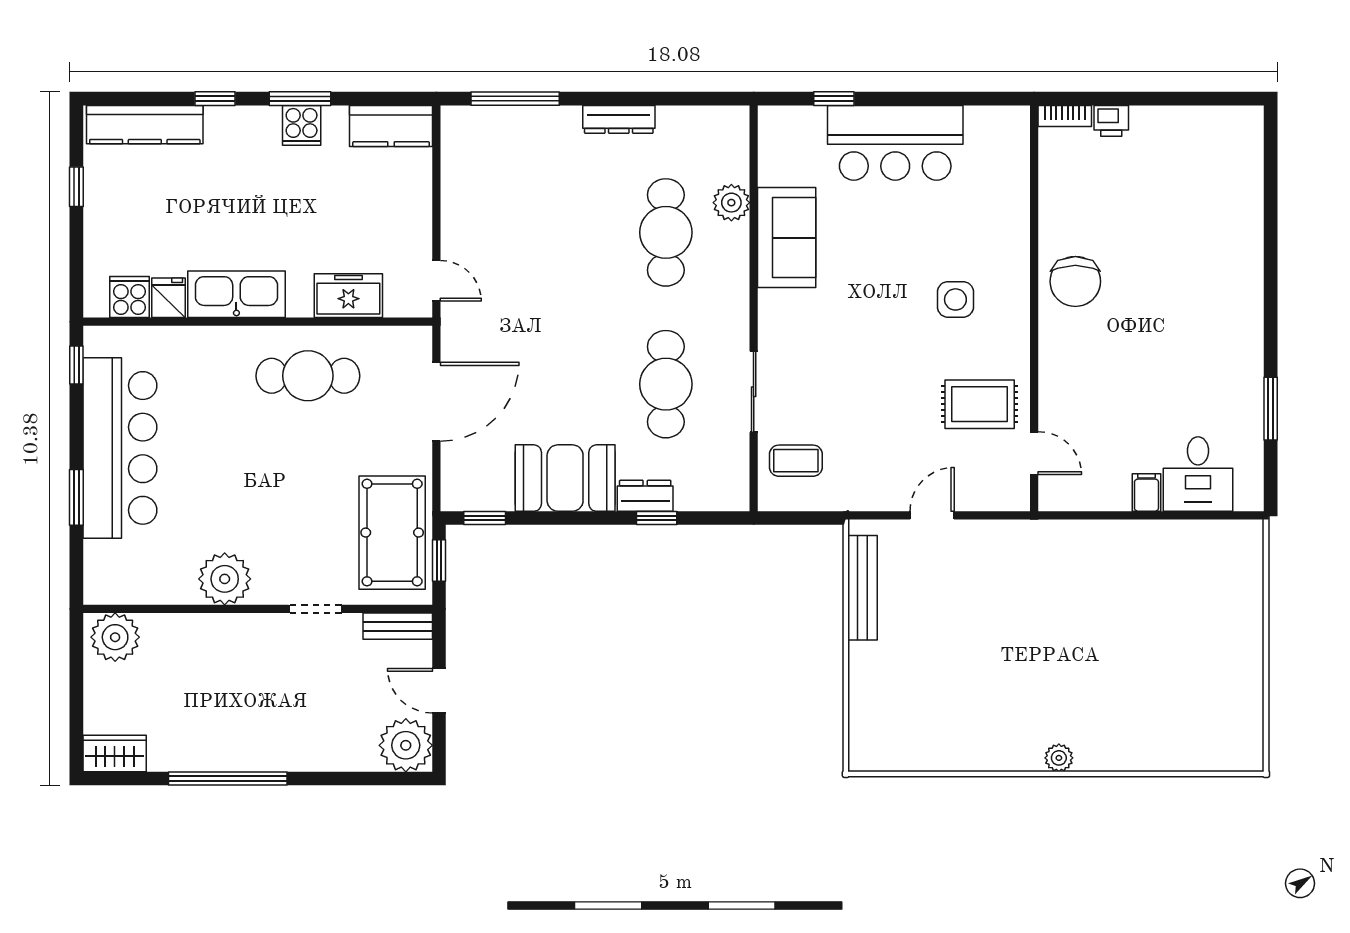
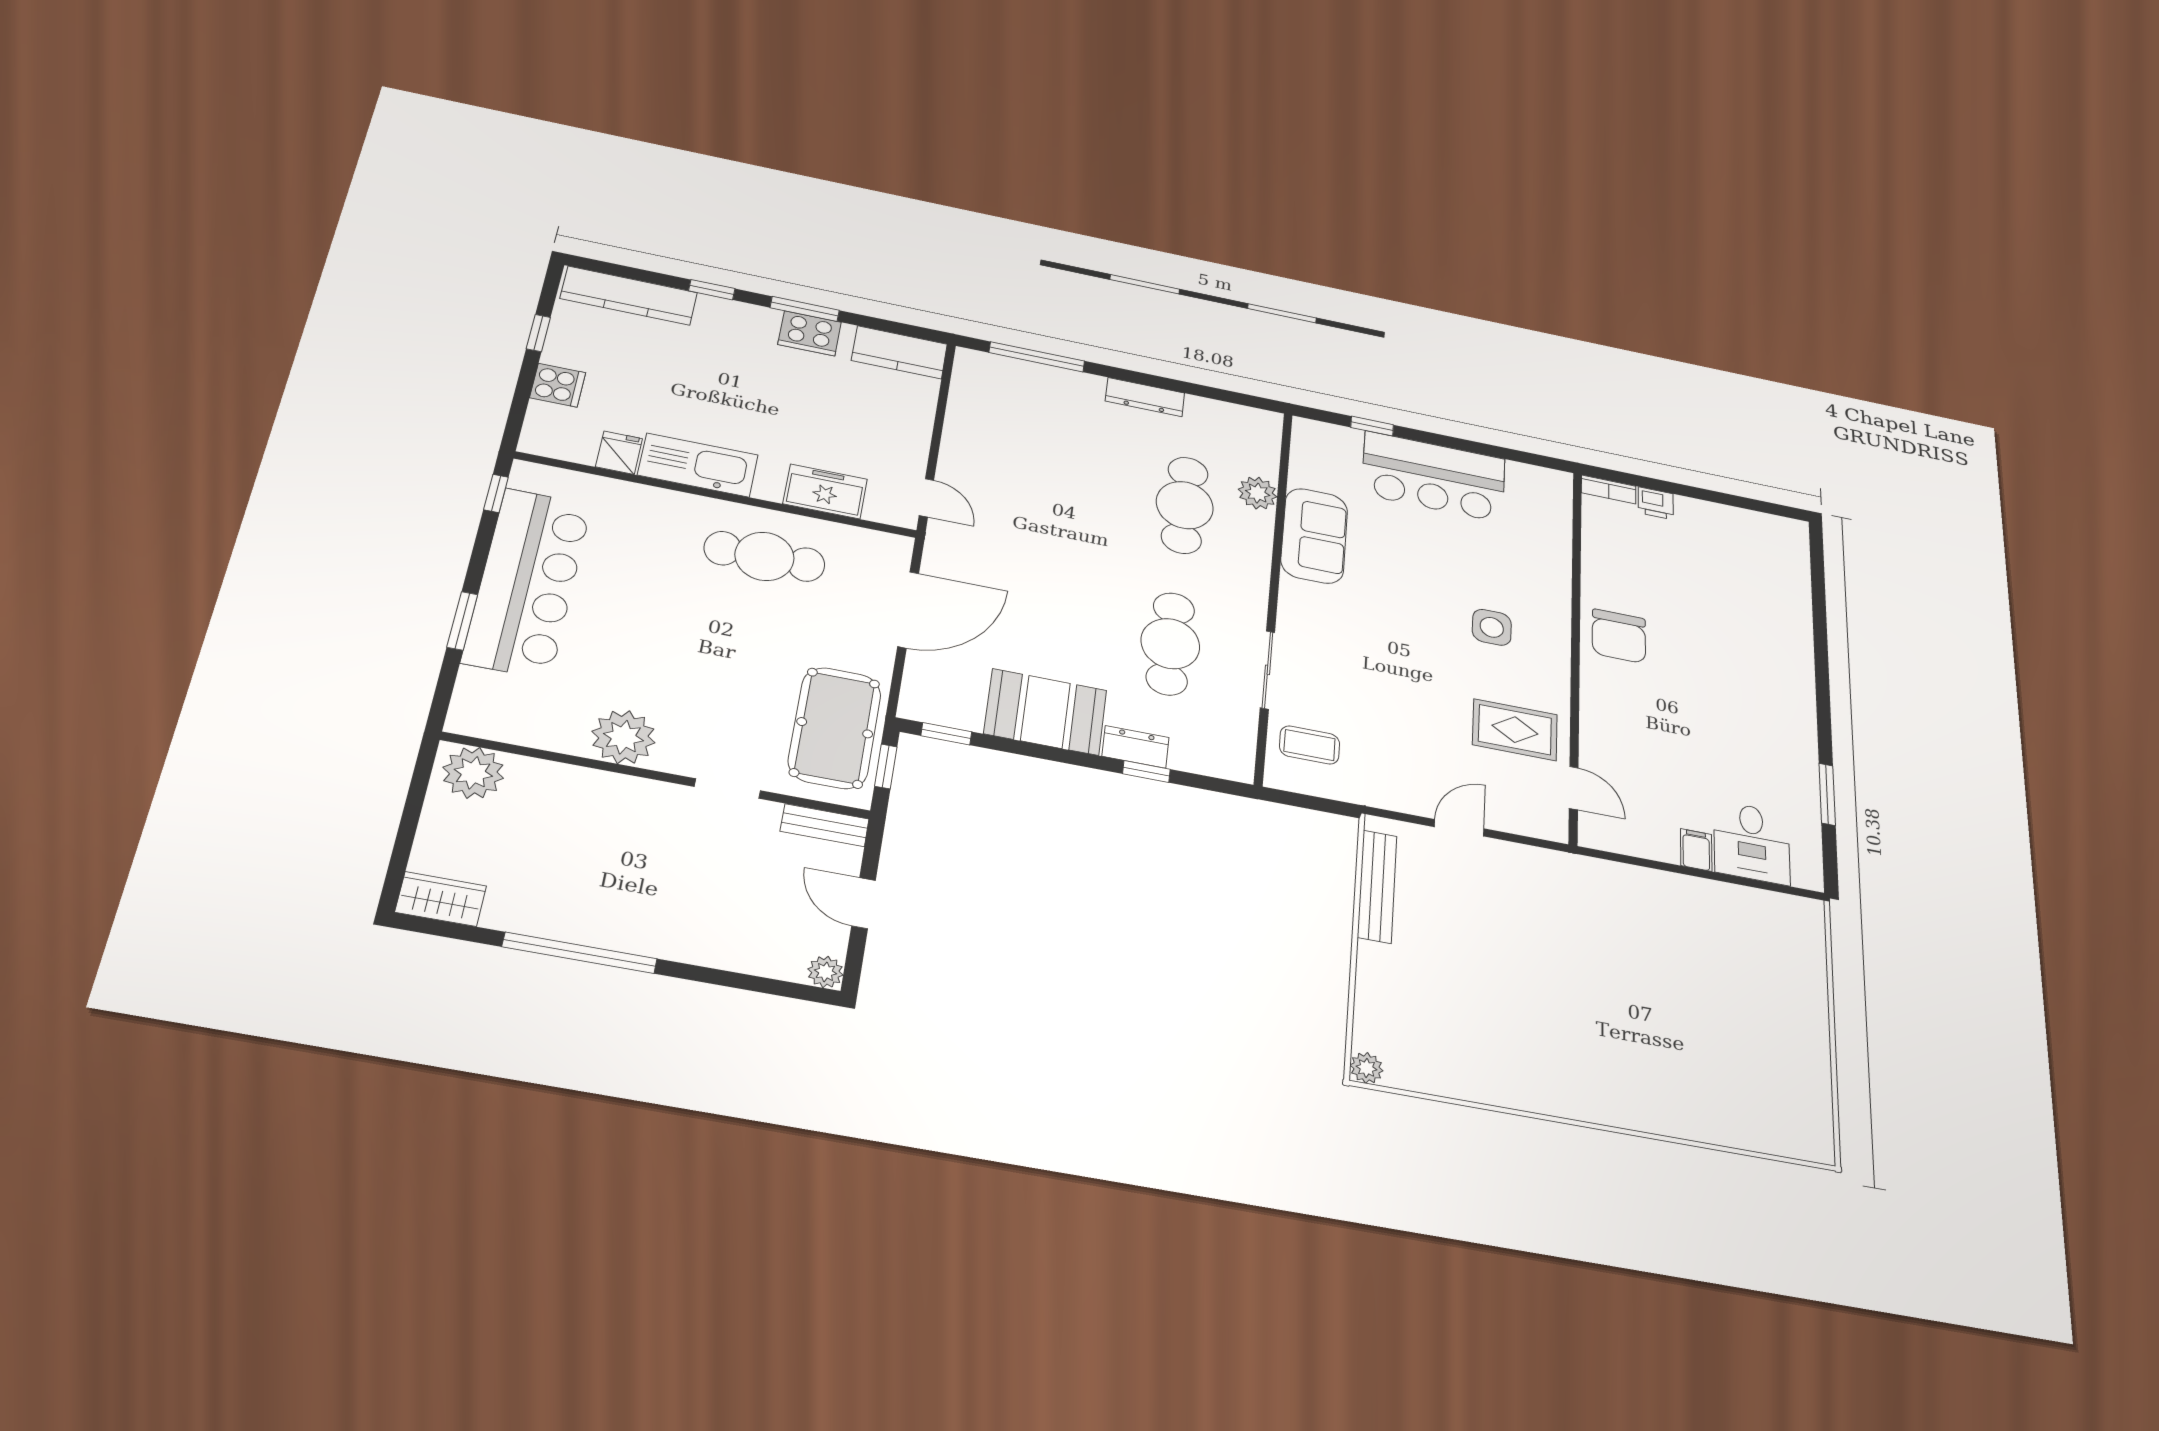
cooker: (302, 125) -> (810, 333), width x1.36
cooker: (129, 297) -> (558, 385), moved, turned 90
plant: (406, 745) -> (825, 972), width x0.53, depth x0.53
plant: (1059, 758) -> (1366, 1068), moved

